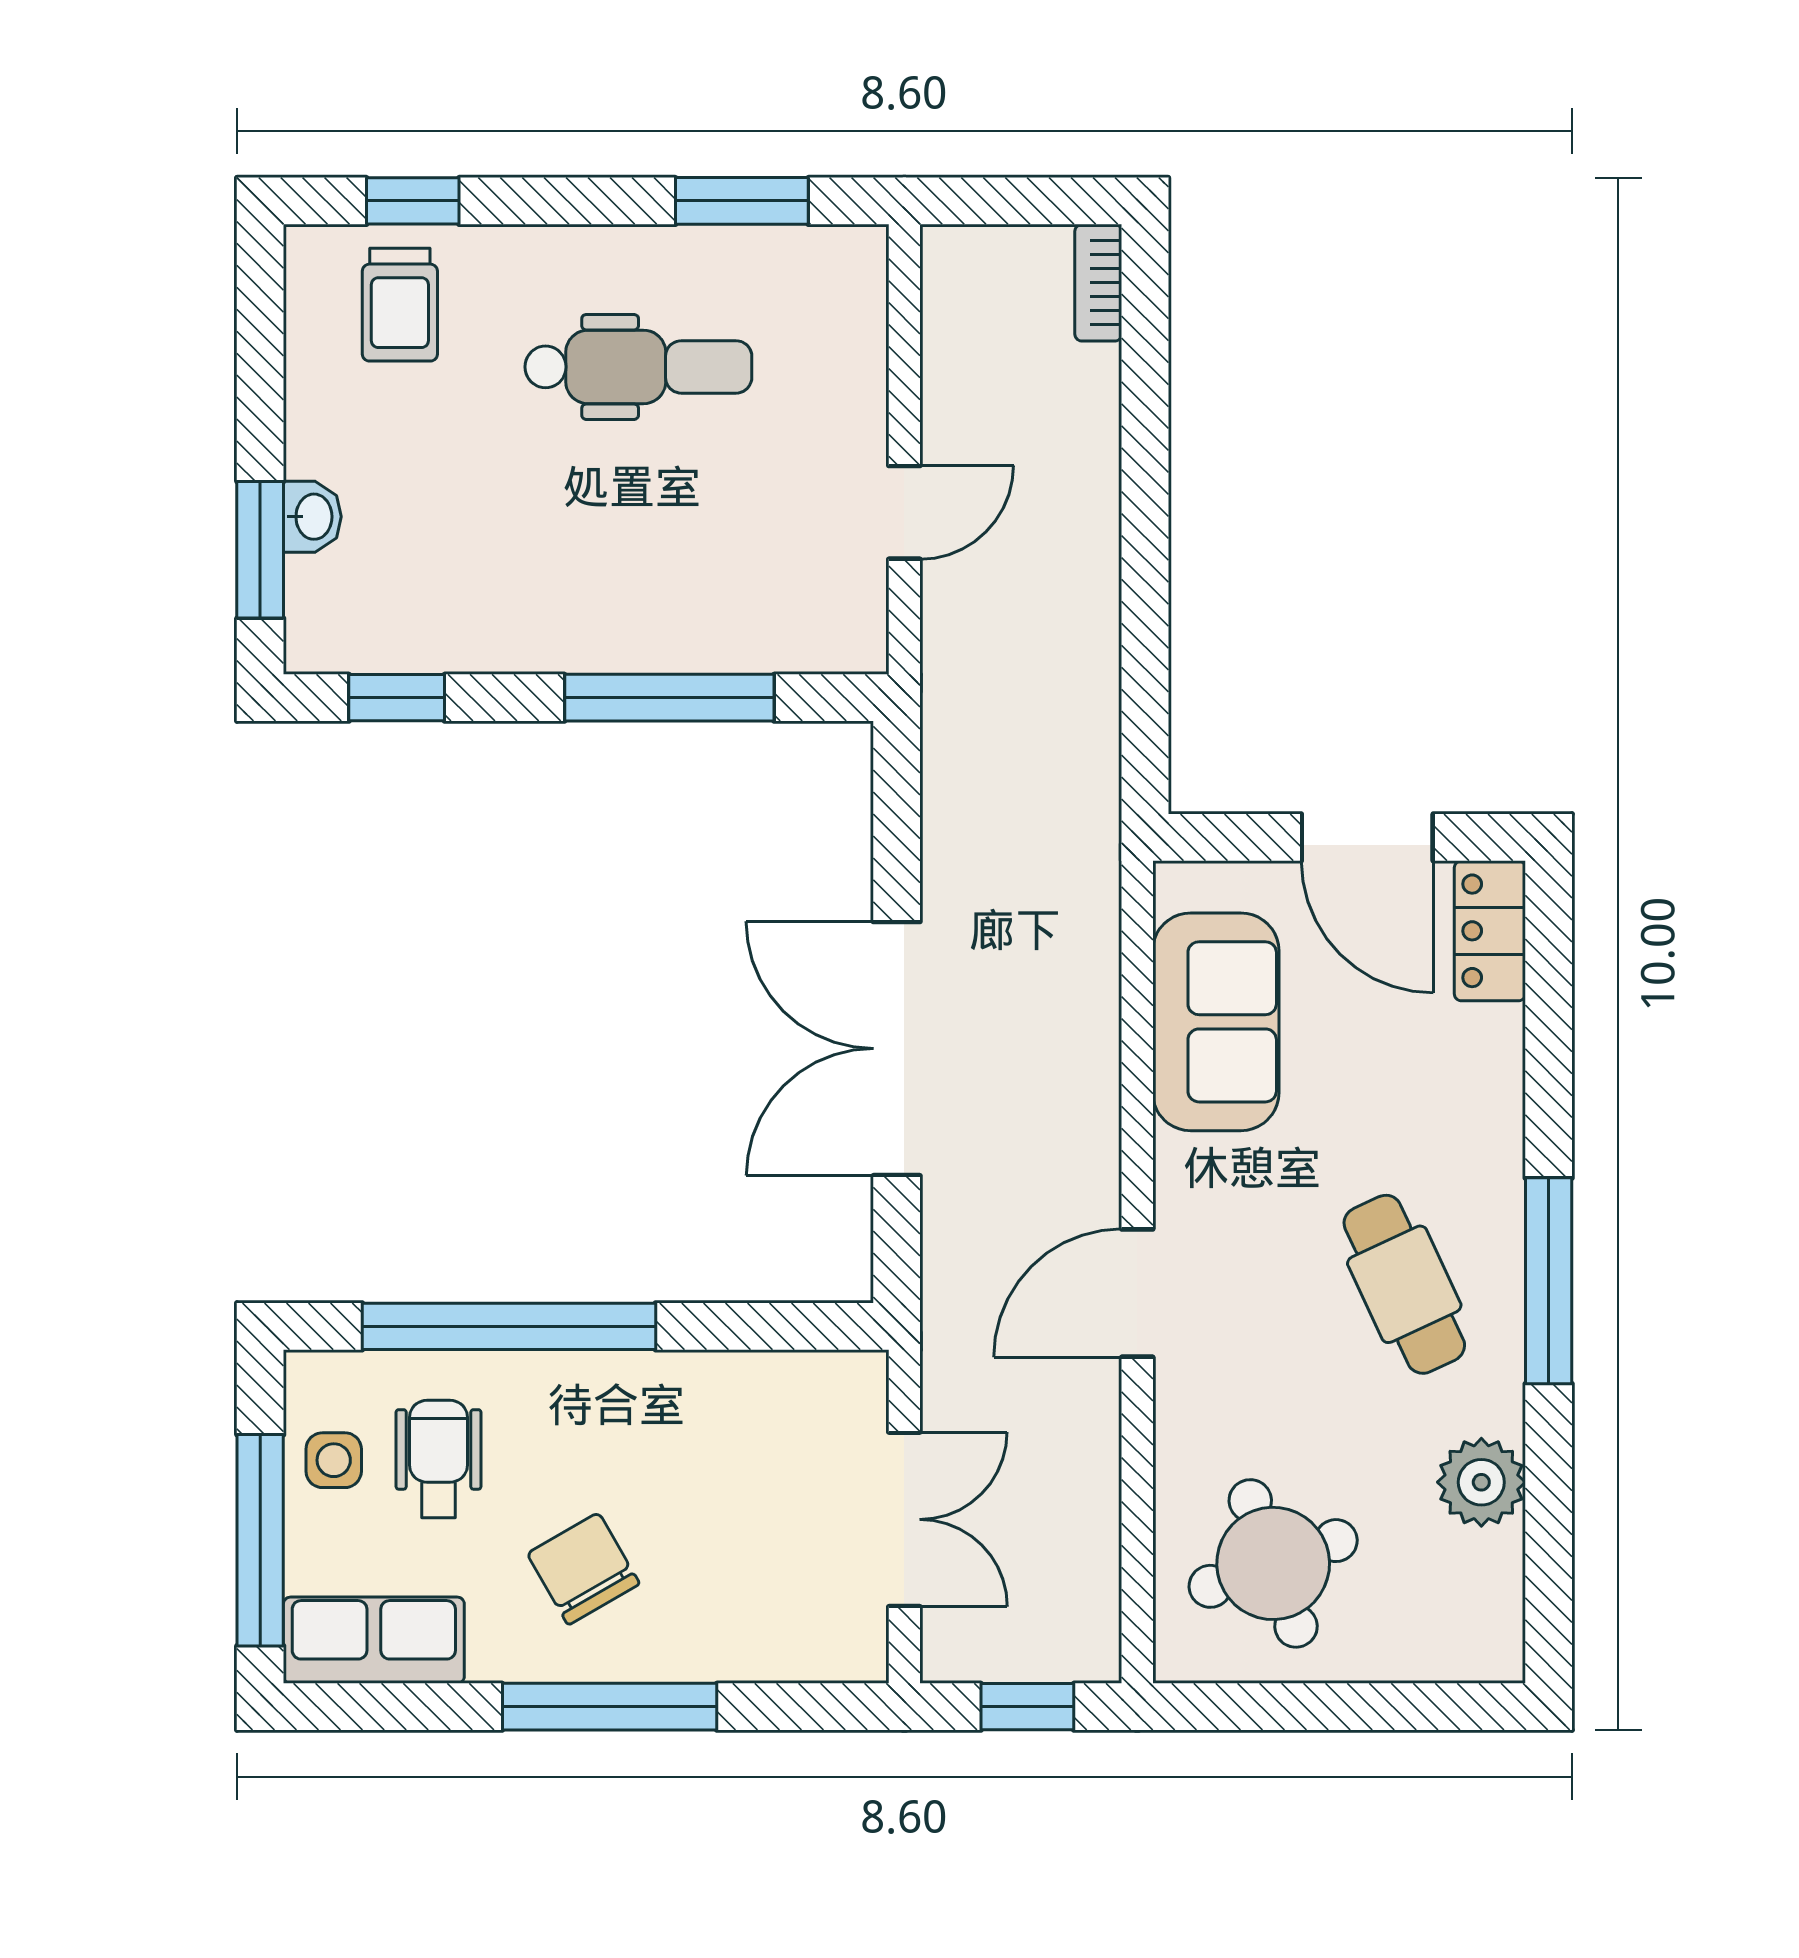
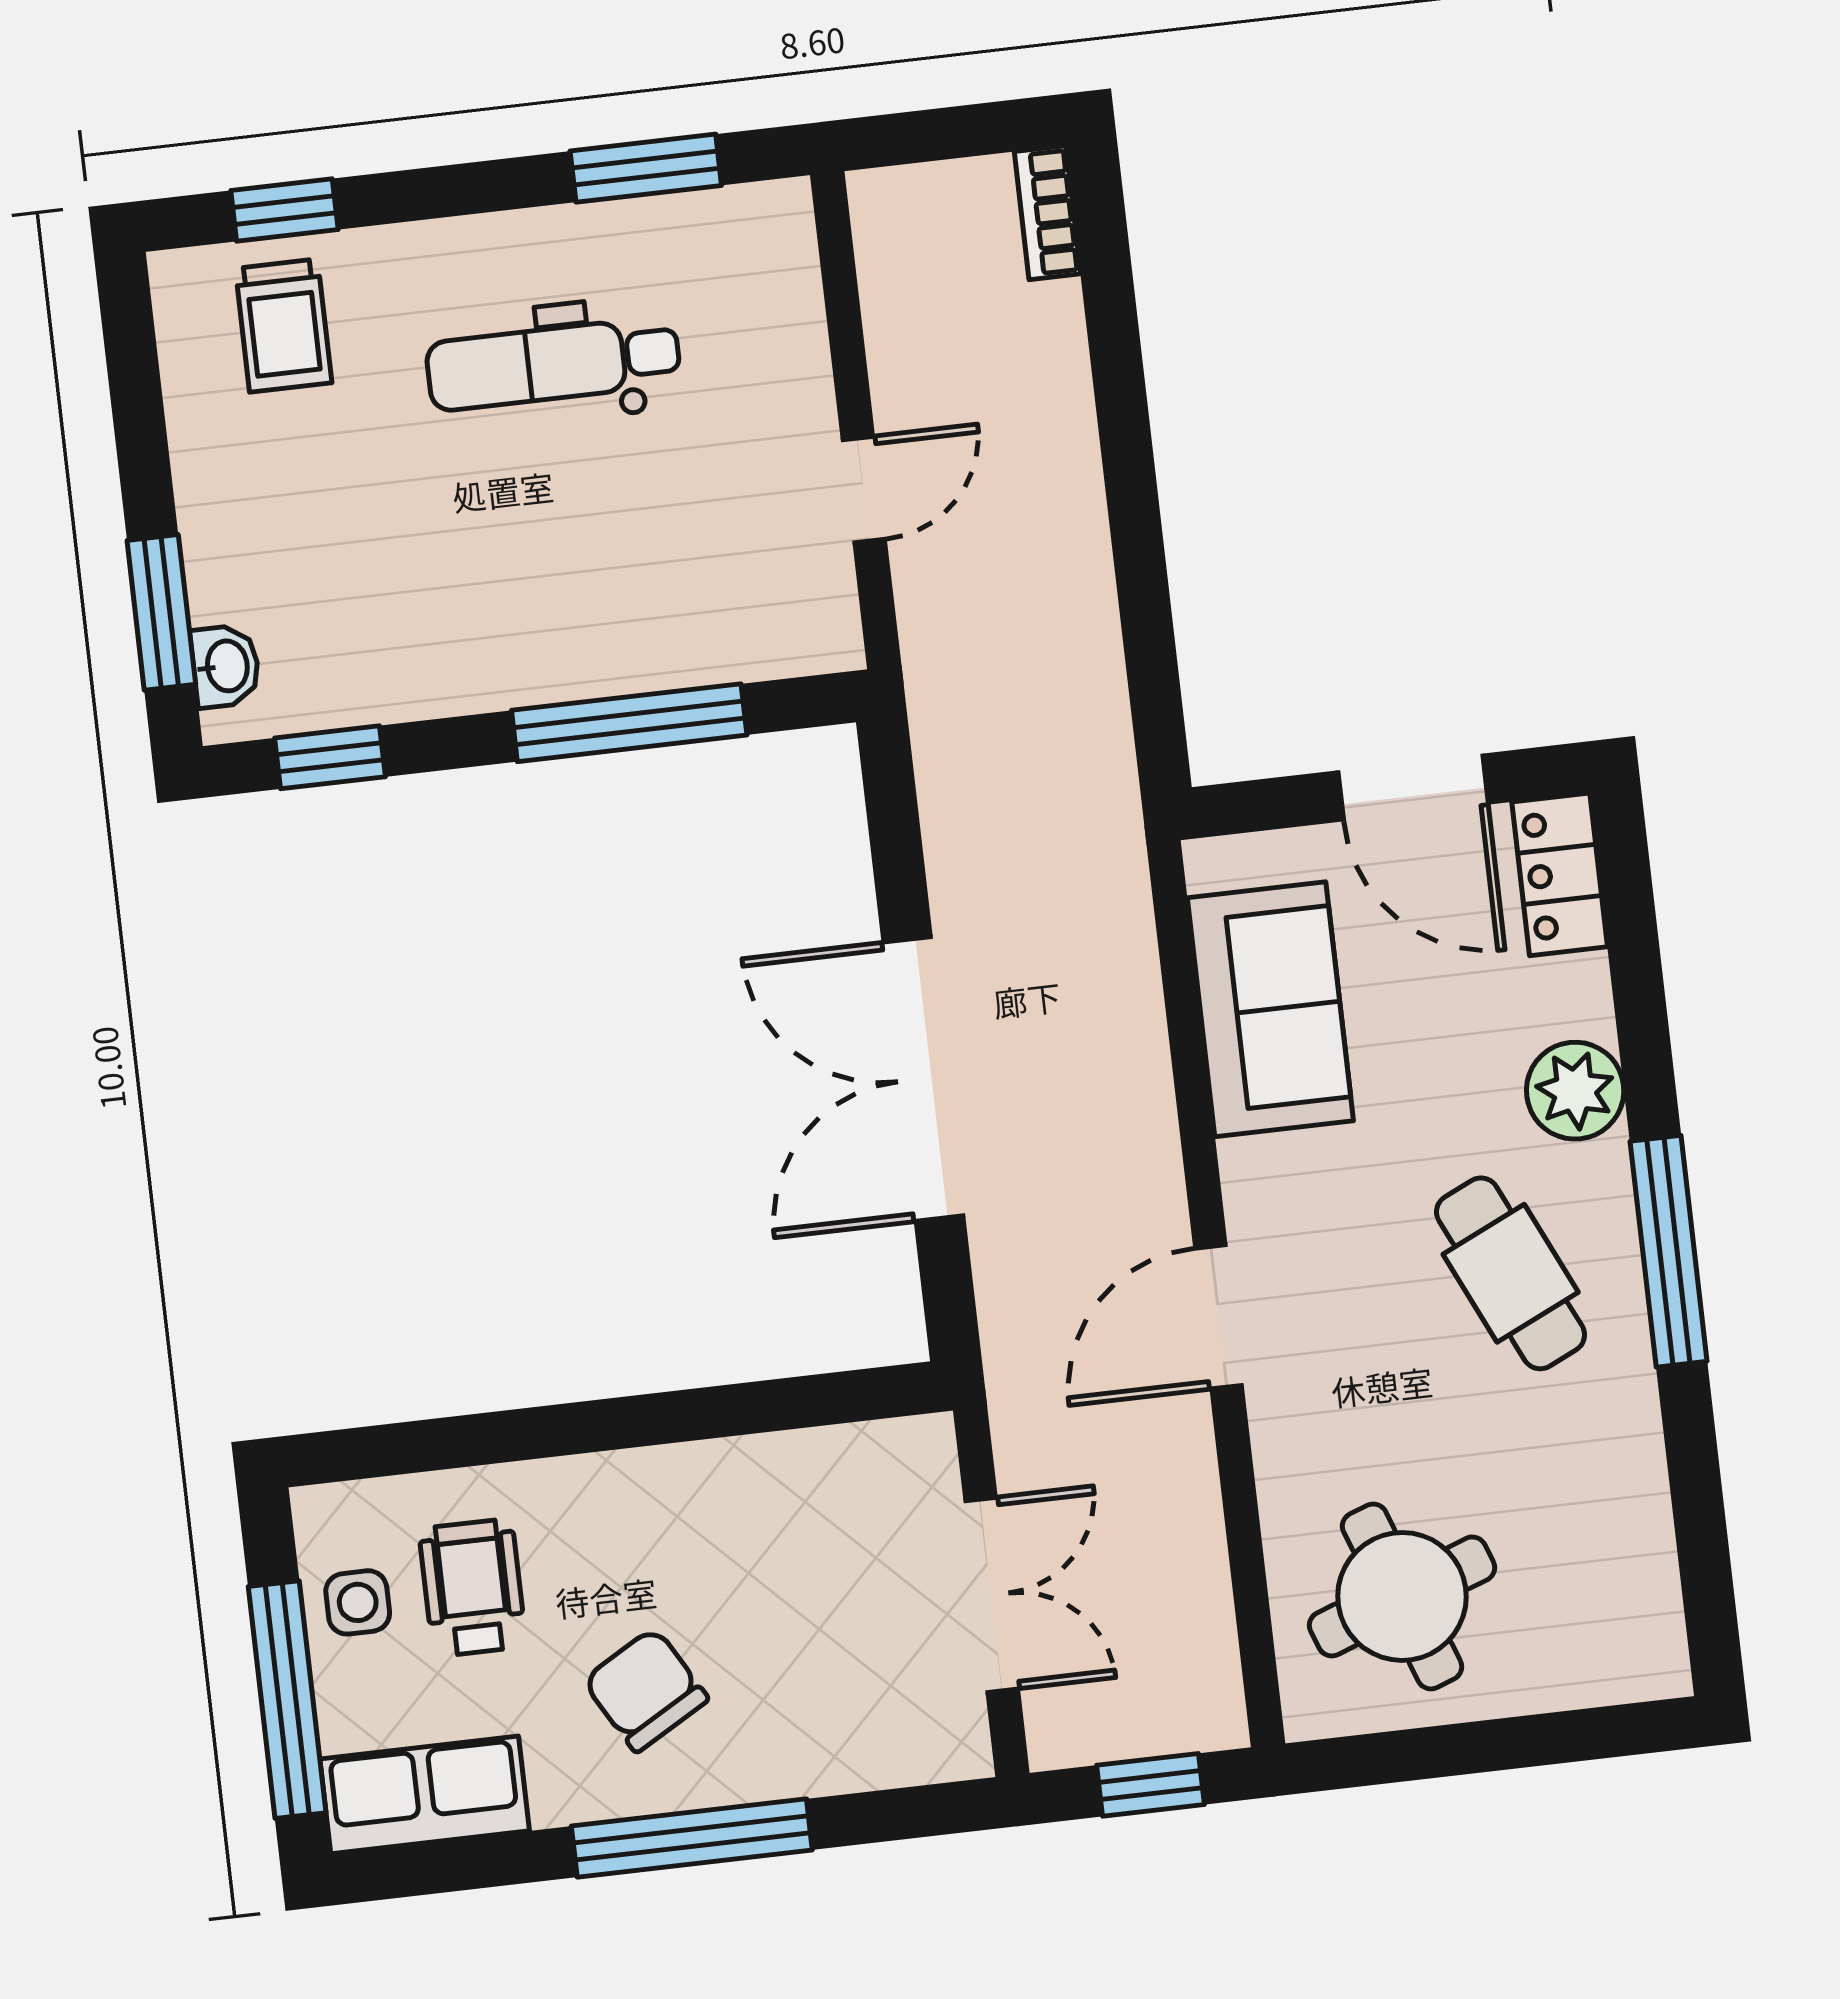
dental chair: (638, 367) -> (553, 364), turned 180
washbasin: (312, 517) -> (225, 666), moved
window: (509, 1326) -> (533, 1433), removed
plant: (1481, 1482) -> (1575, 1091), moved

